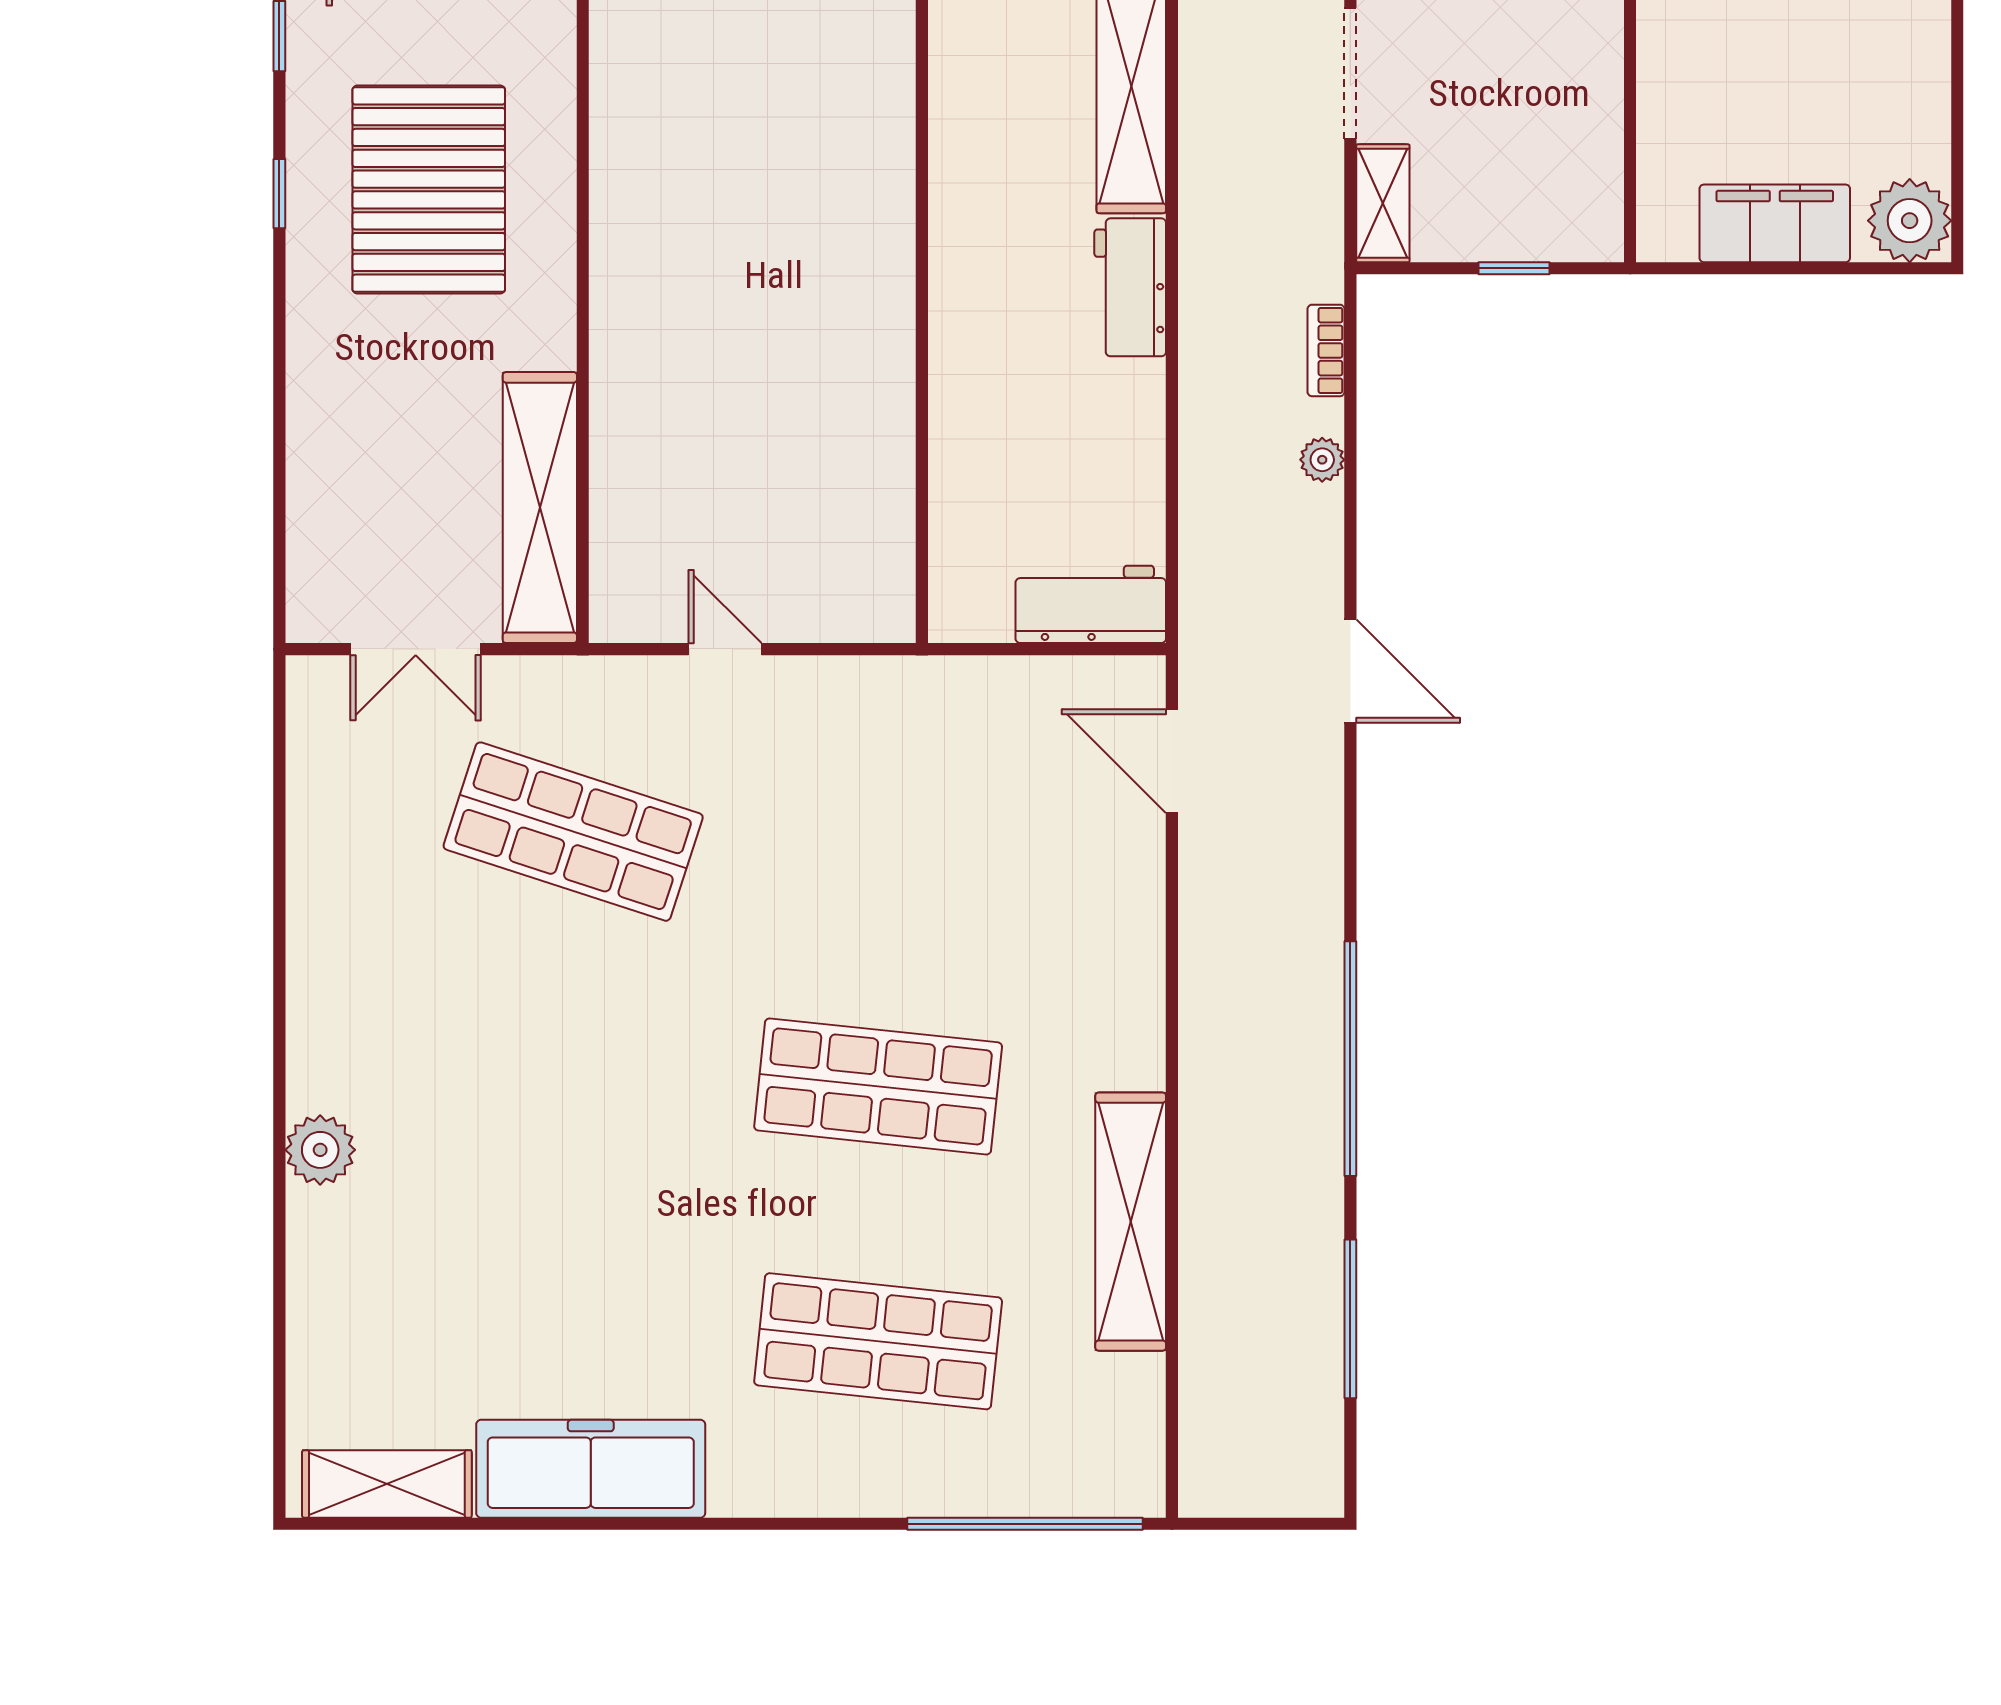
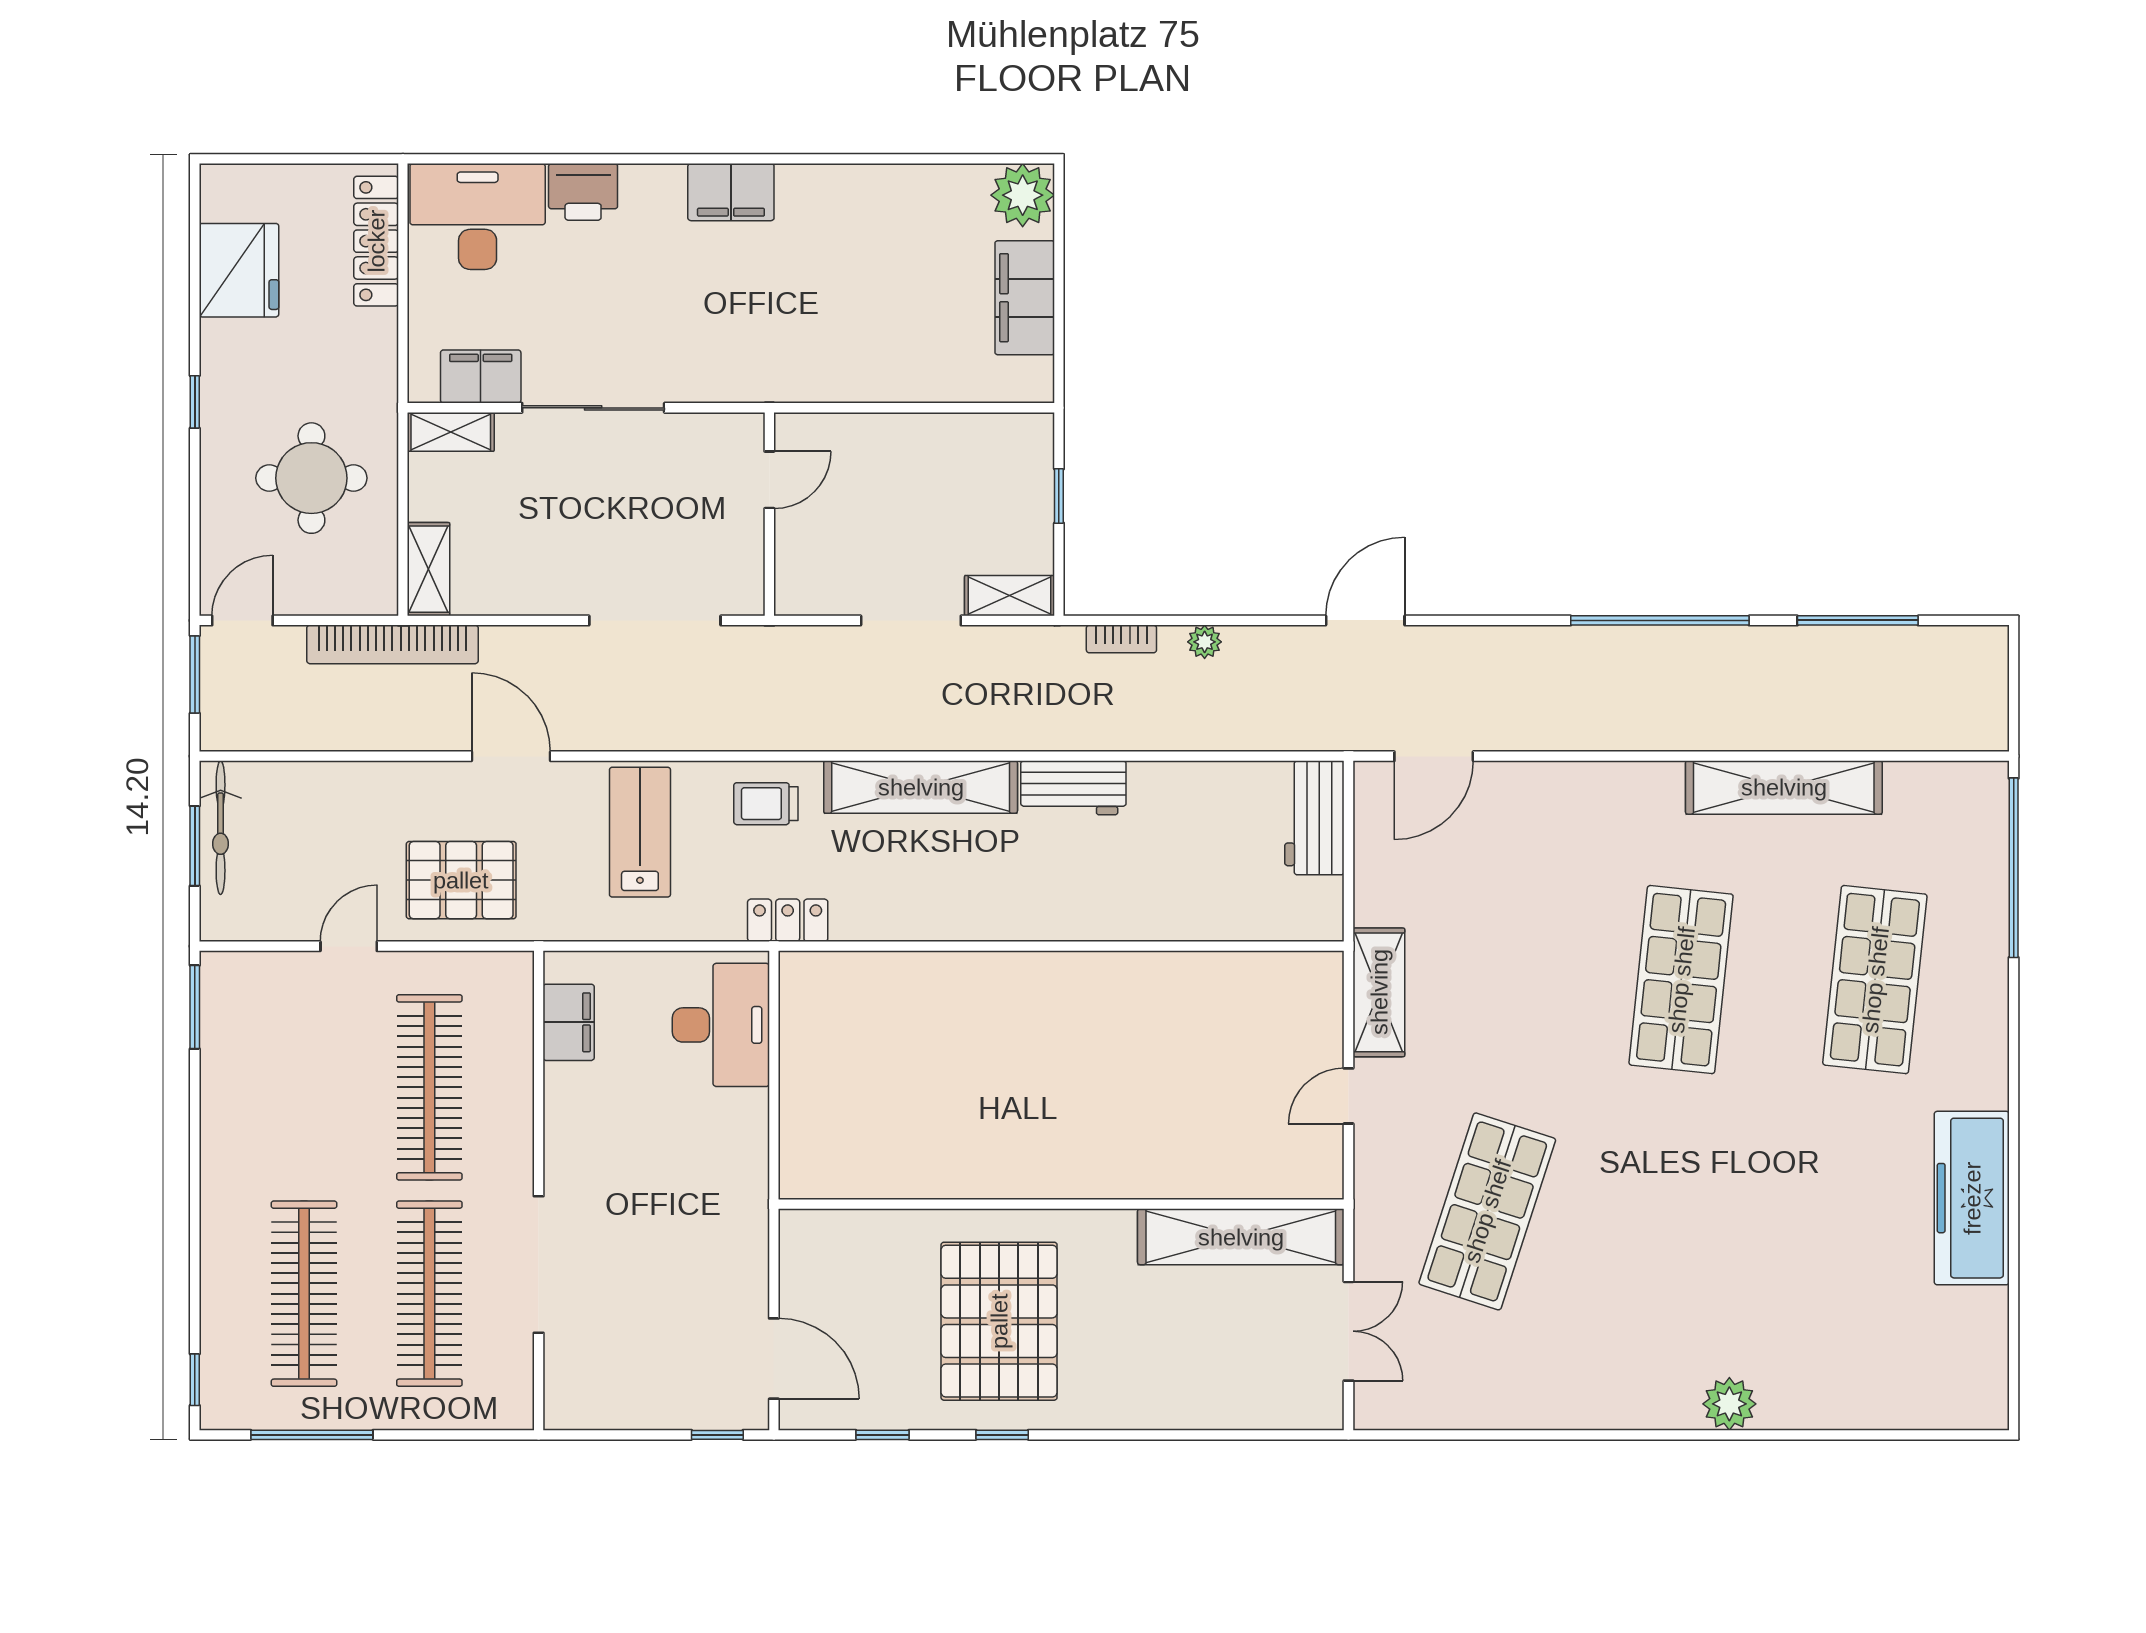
pallet: (429, 190) -> (999, 1321), turned 90
shelving: (387, 1484) -> (1379, 992), moved

